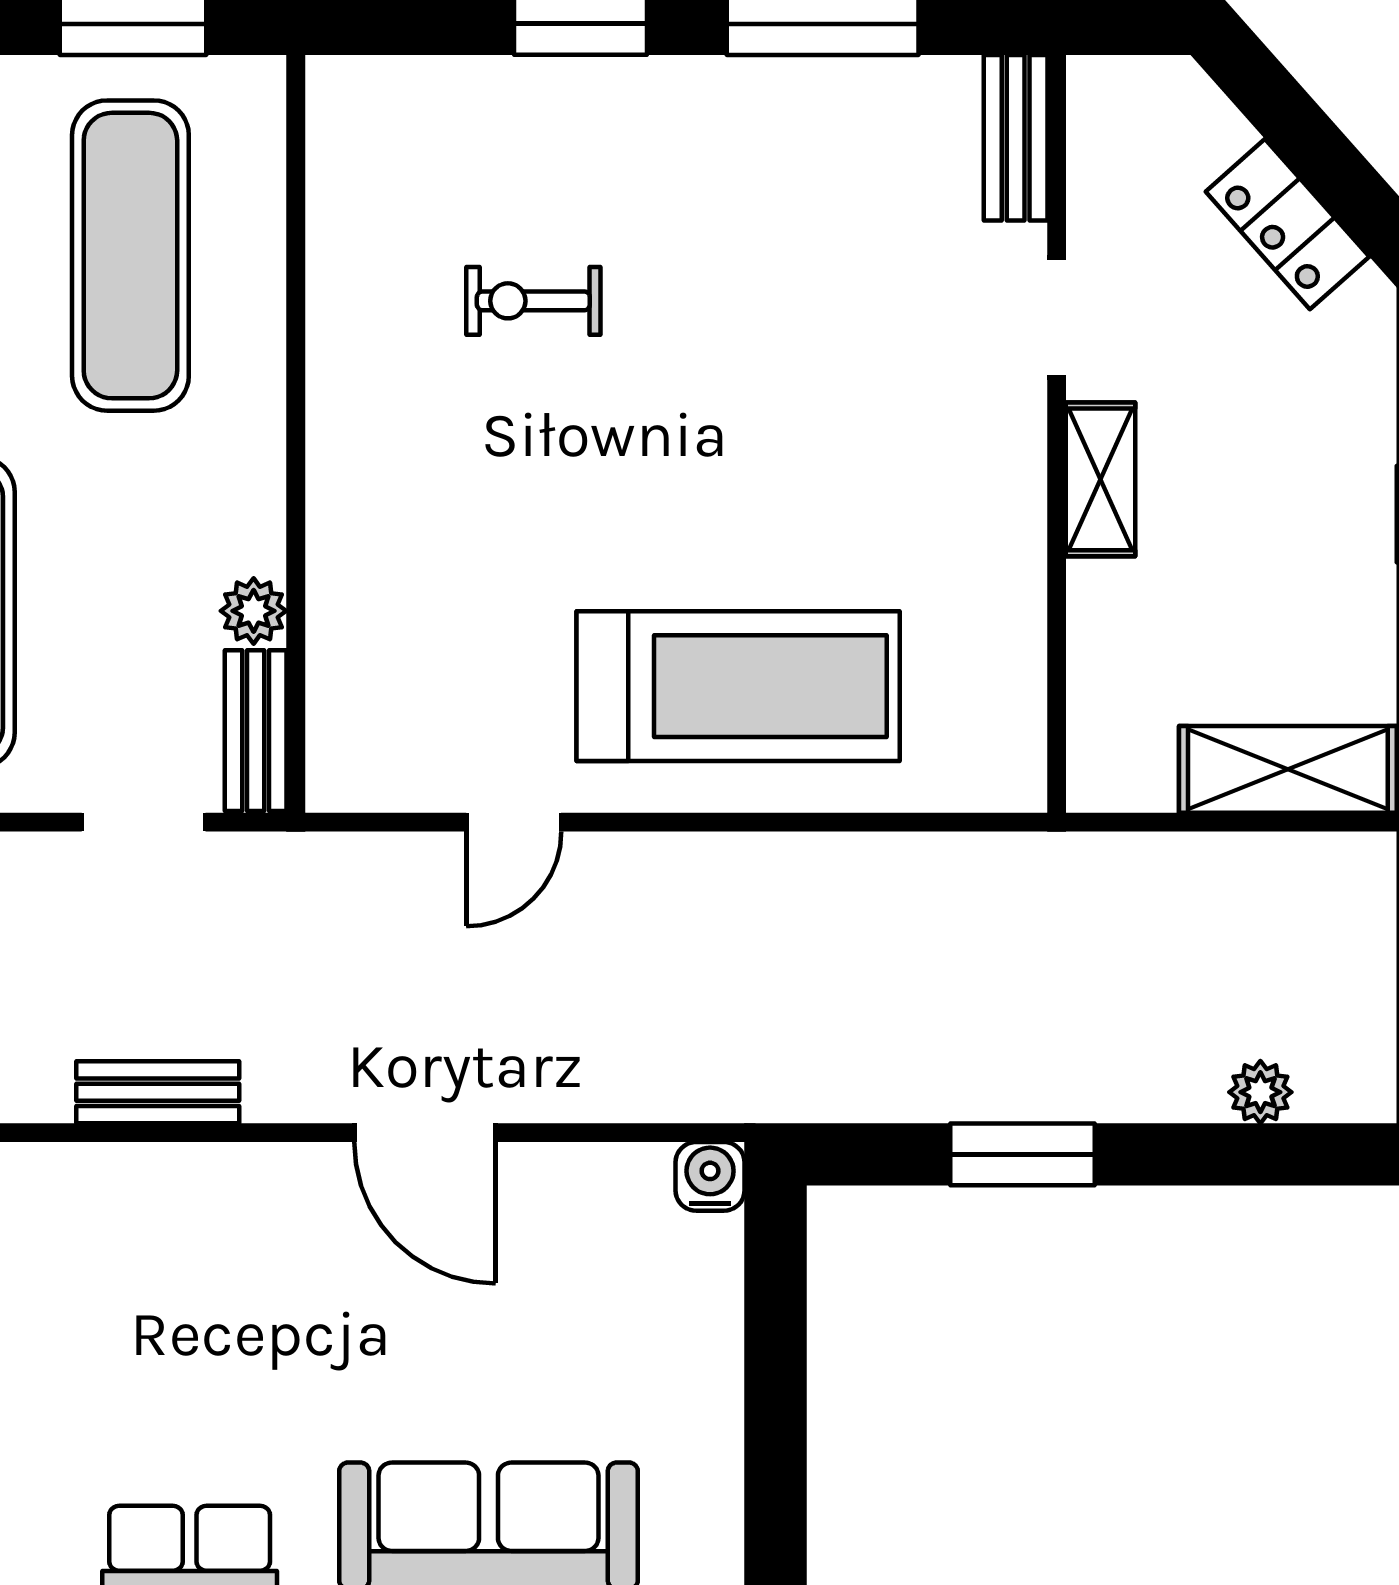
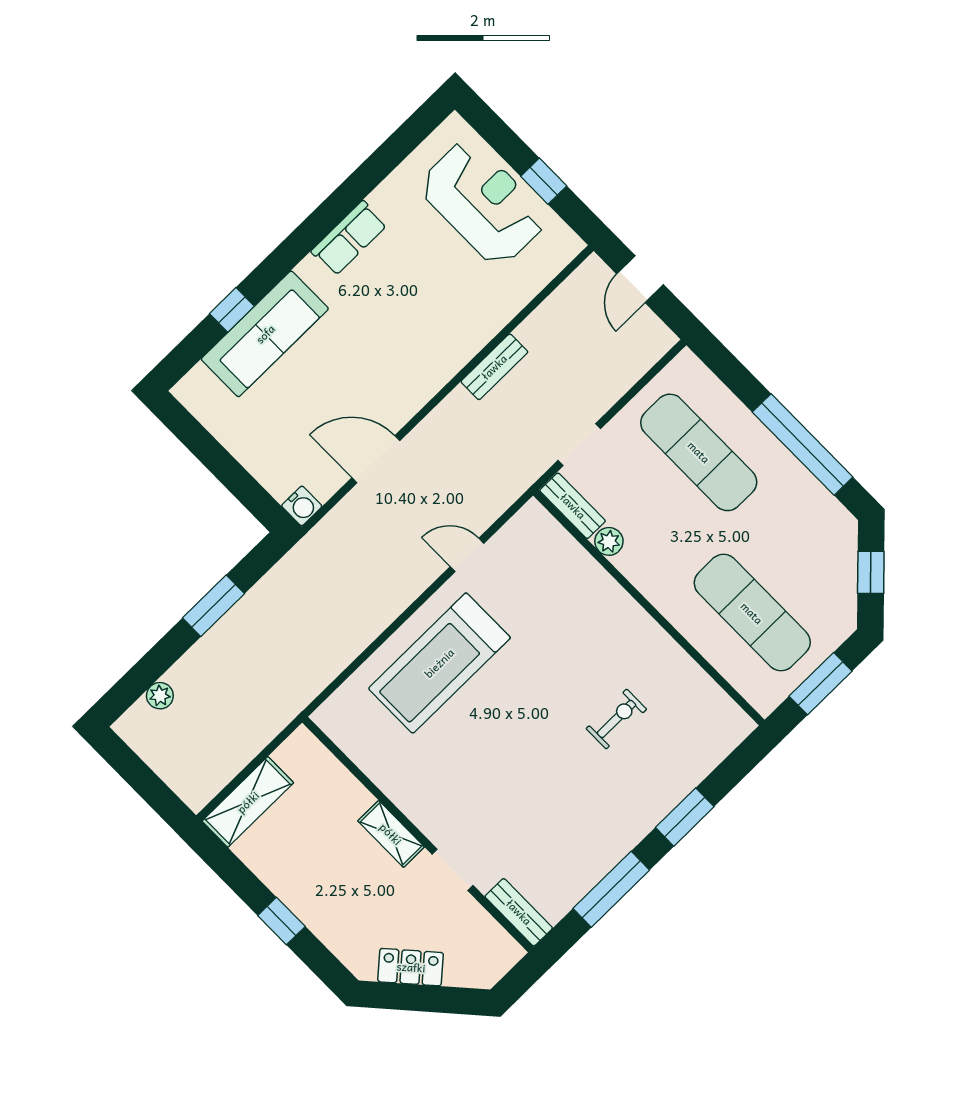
door: (514, 822) -> (467, 555), hinge flipped
door: (425, 1133) -> (376, 459), moved

